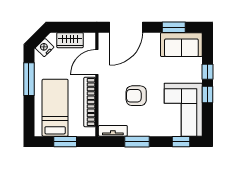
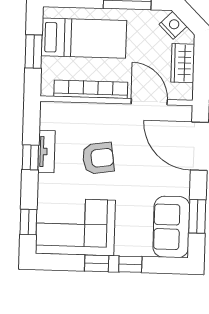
armchair: (136, 96) -> (98, 158), turned 82
tv unit: (113, 131) -> (47, 152), moved
window: (137, 142) -> (30, 157), width x0.67

